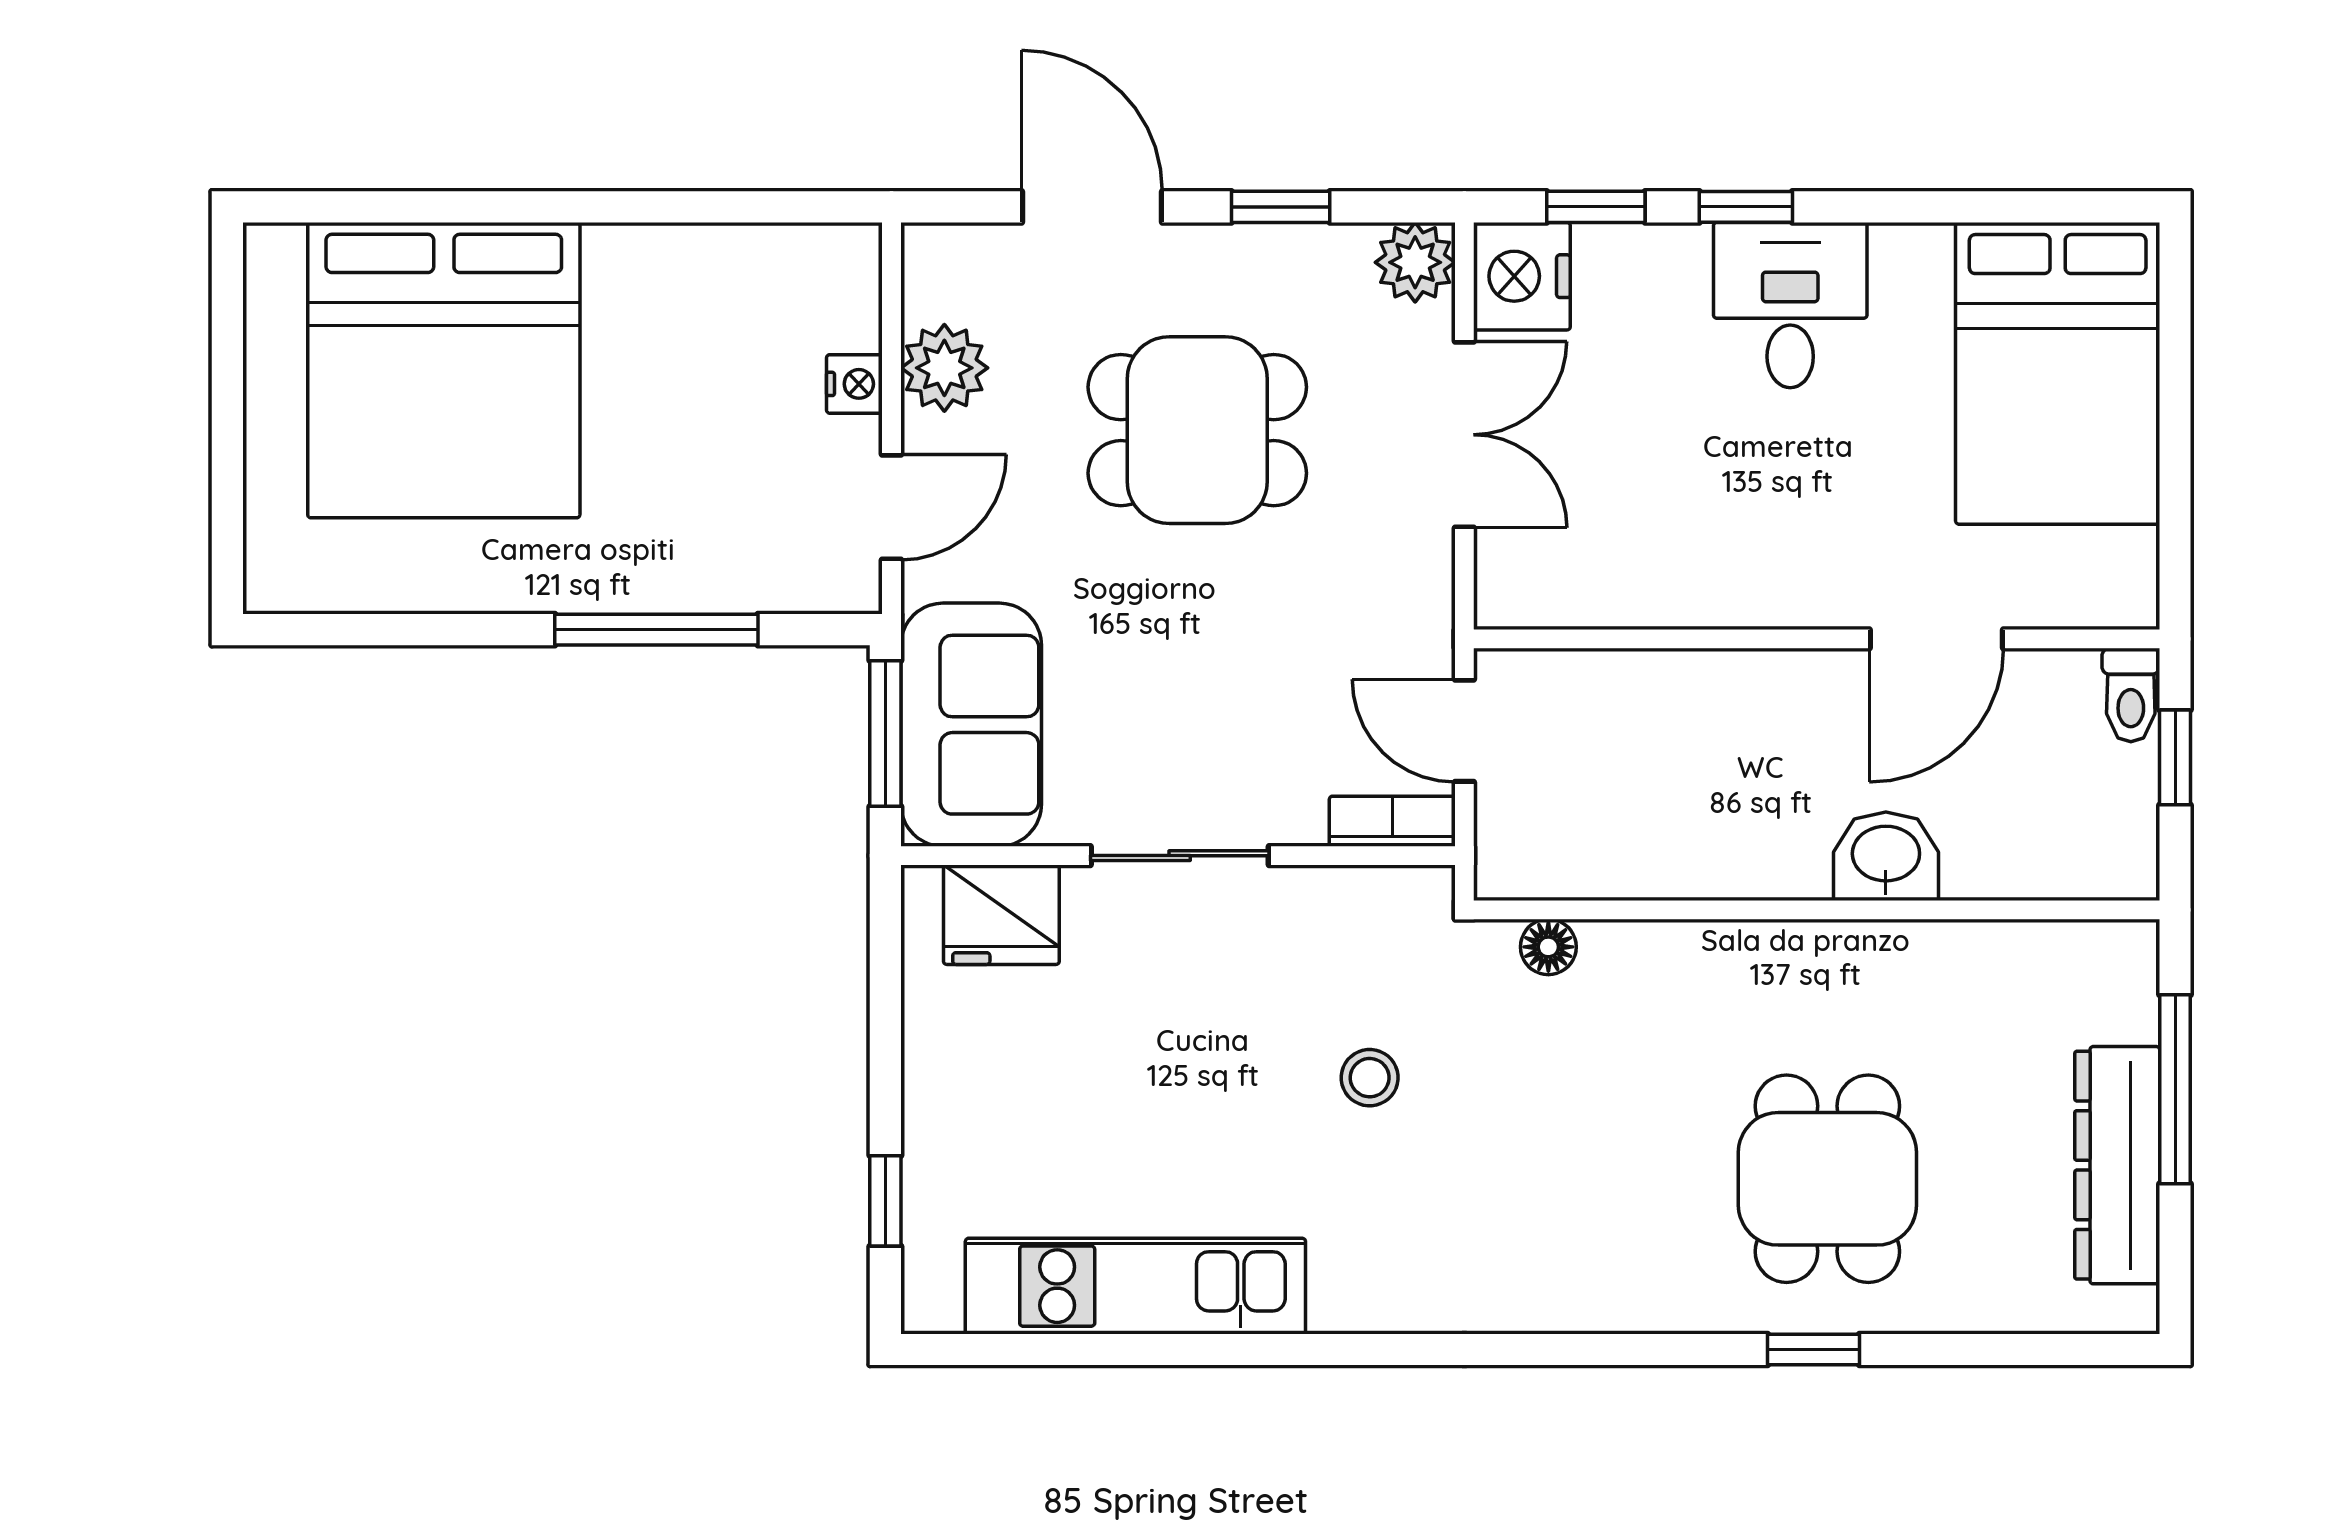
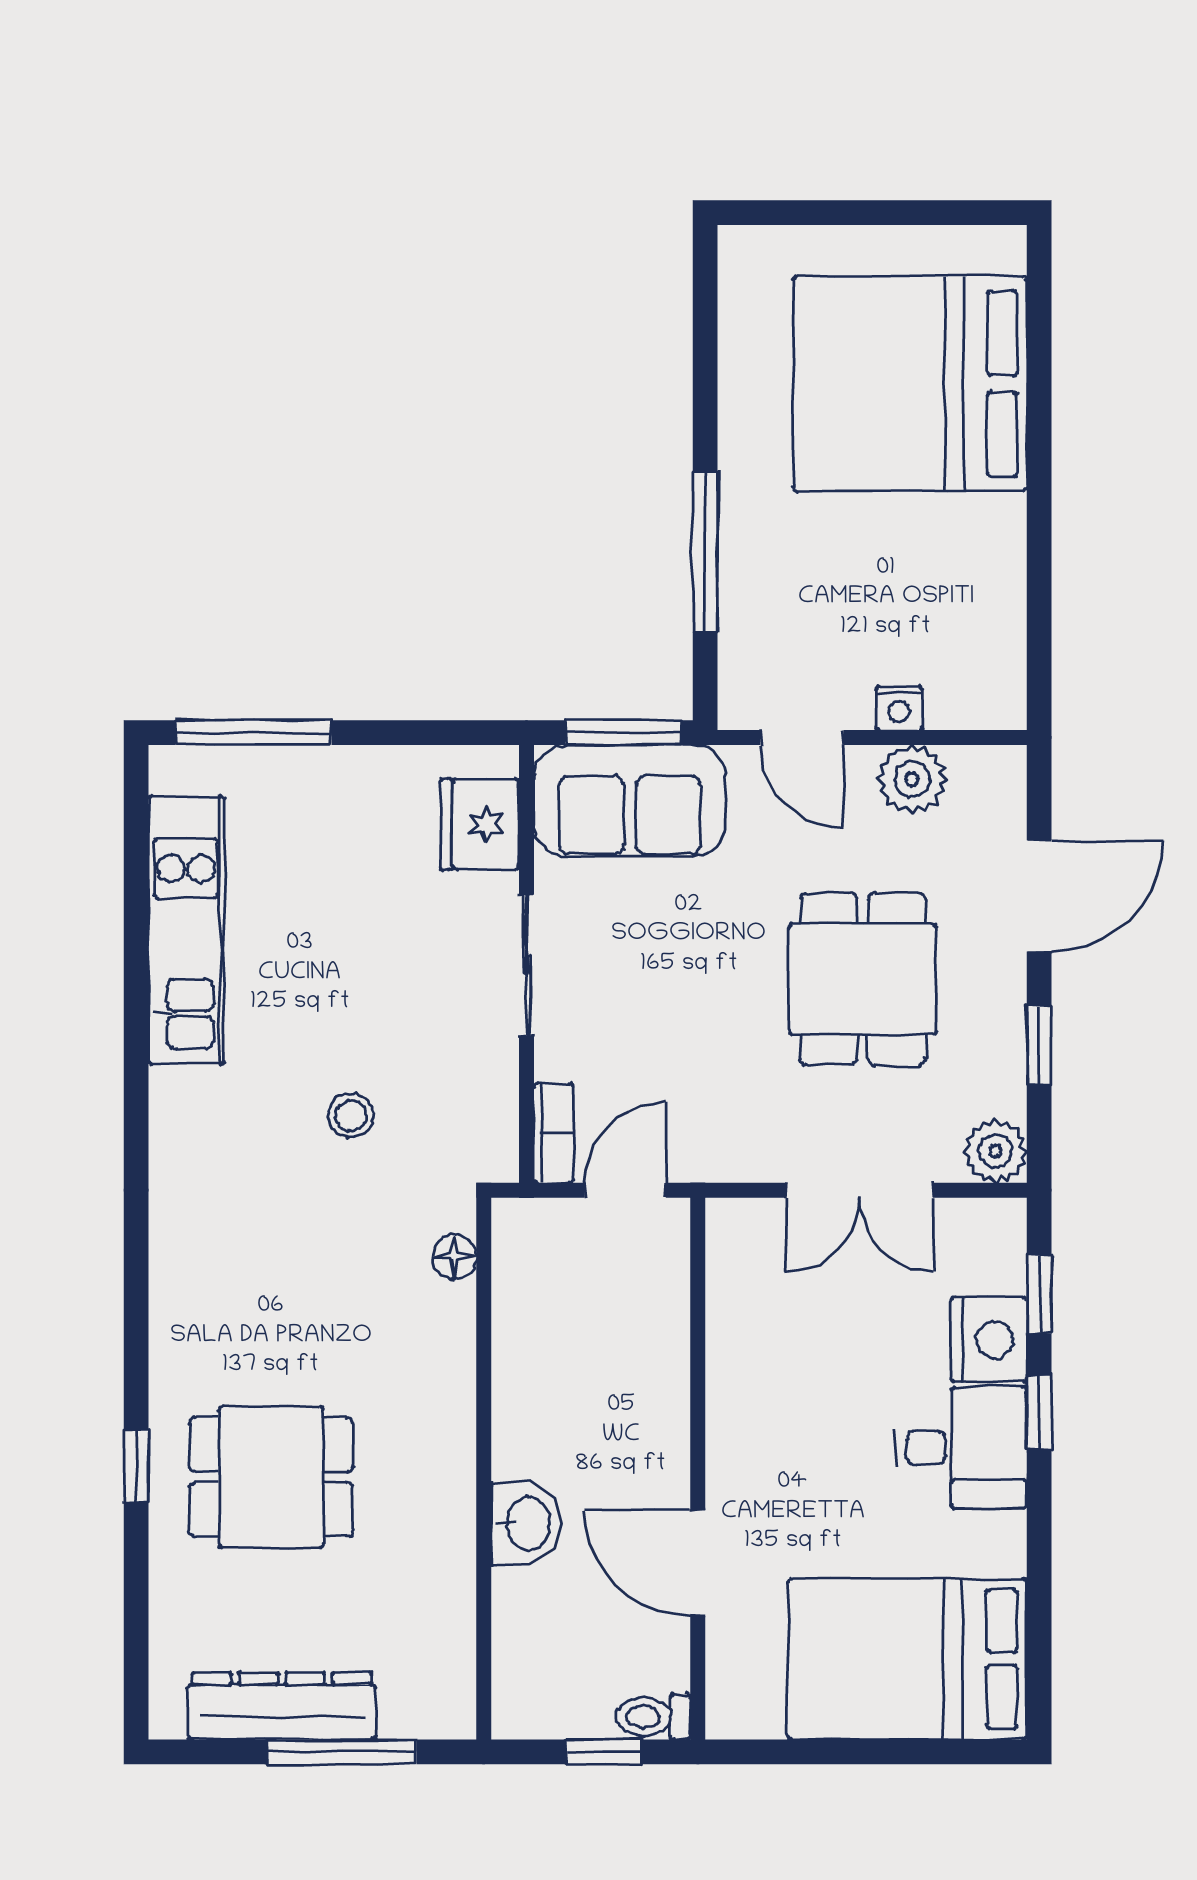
nightstand: (1522, 276) -> (989, 1340), moved, turned 90
window: (885, 1201) -> (254, 733), width x2.17

